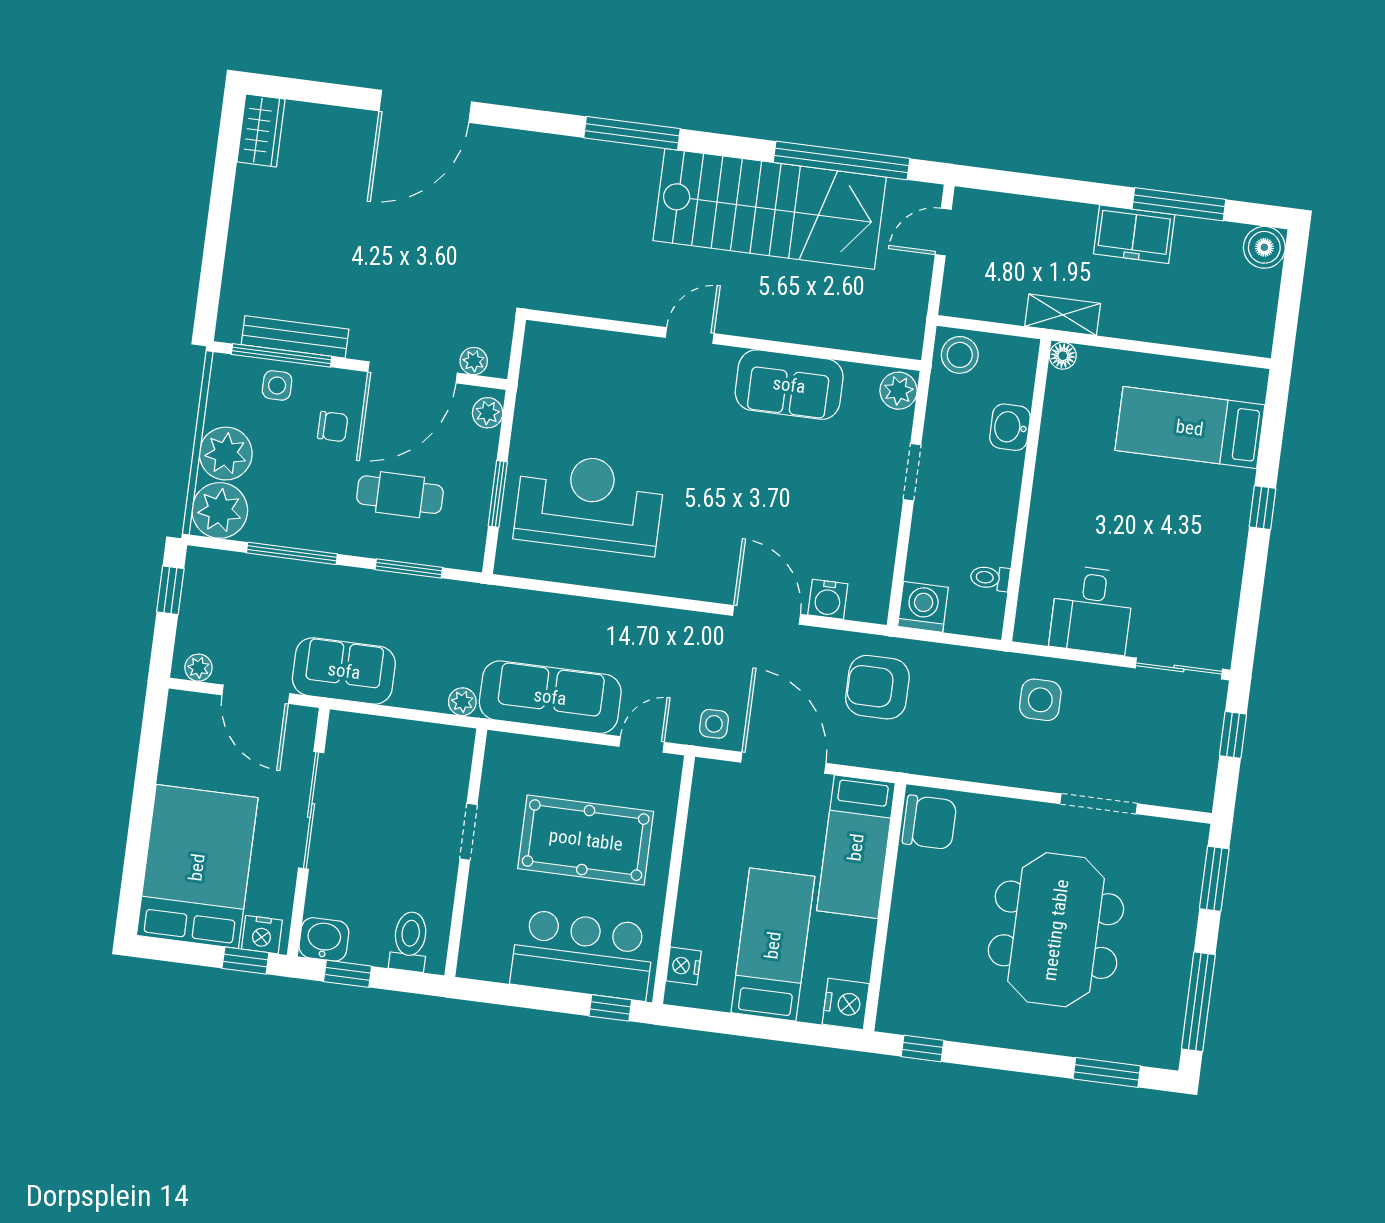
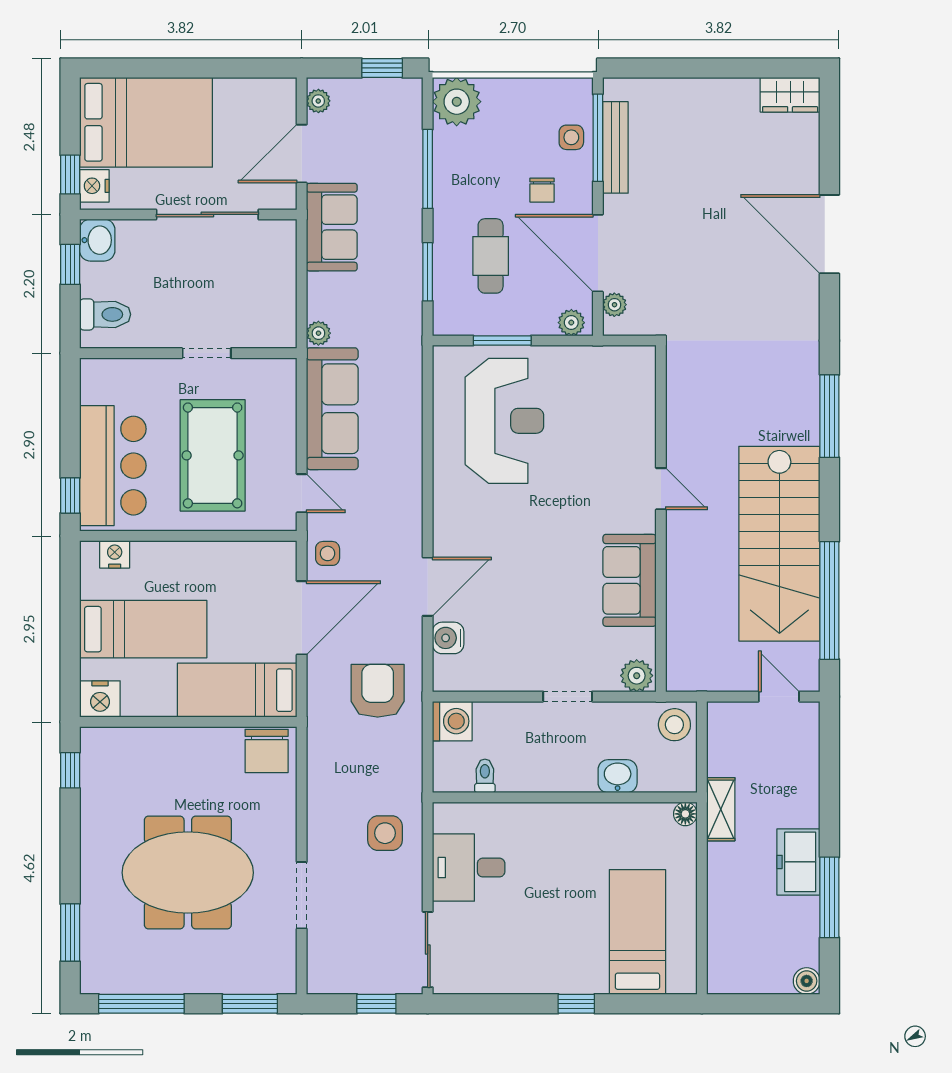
boiler: (1264, 247) -> (807, 981), width x0.73, depth x0.73
plant: (226, 454) -> (507, 100), removed

